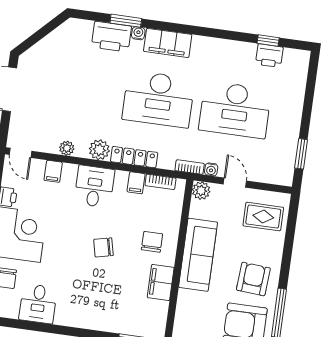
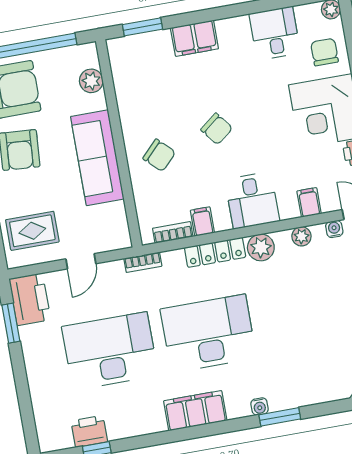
printer: (111, 37) -> (30, 299), moved, turned 90
filing cabinet: (168, 43) -> (195, 411), moved
water cooler: (211, 169) -> (334, 229), moved
door: (235, 183) -> (81, 261), hinge flipped
plant: (201, 191) -> (91, 81), moved
chair: (152, 242) -> (159, 155), turned -46
chair: (103, 247) -> (217, 129), turned 65
filing cabinet: (161, 282) -> (194, 38), moved, turned 90

